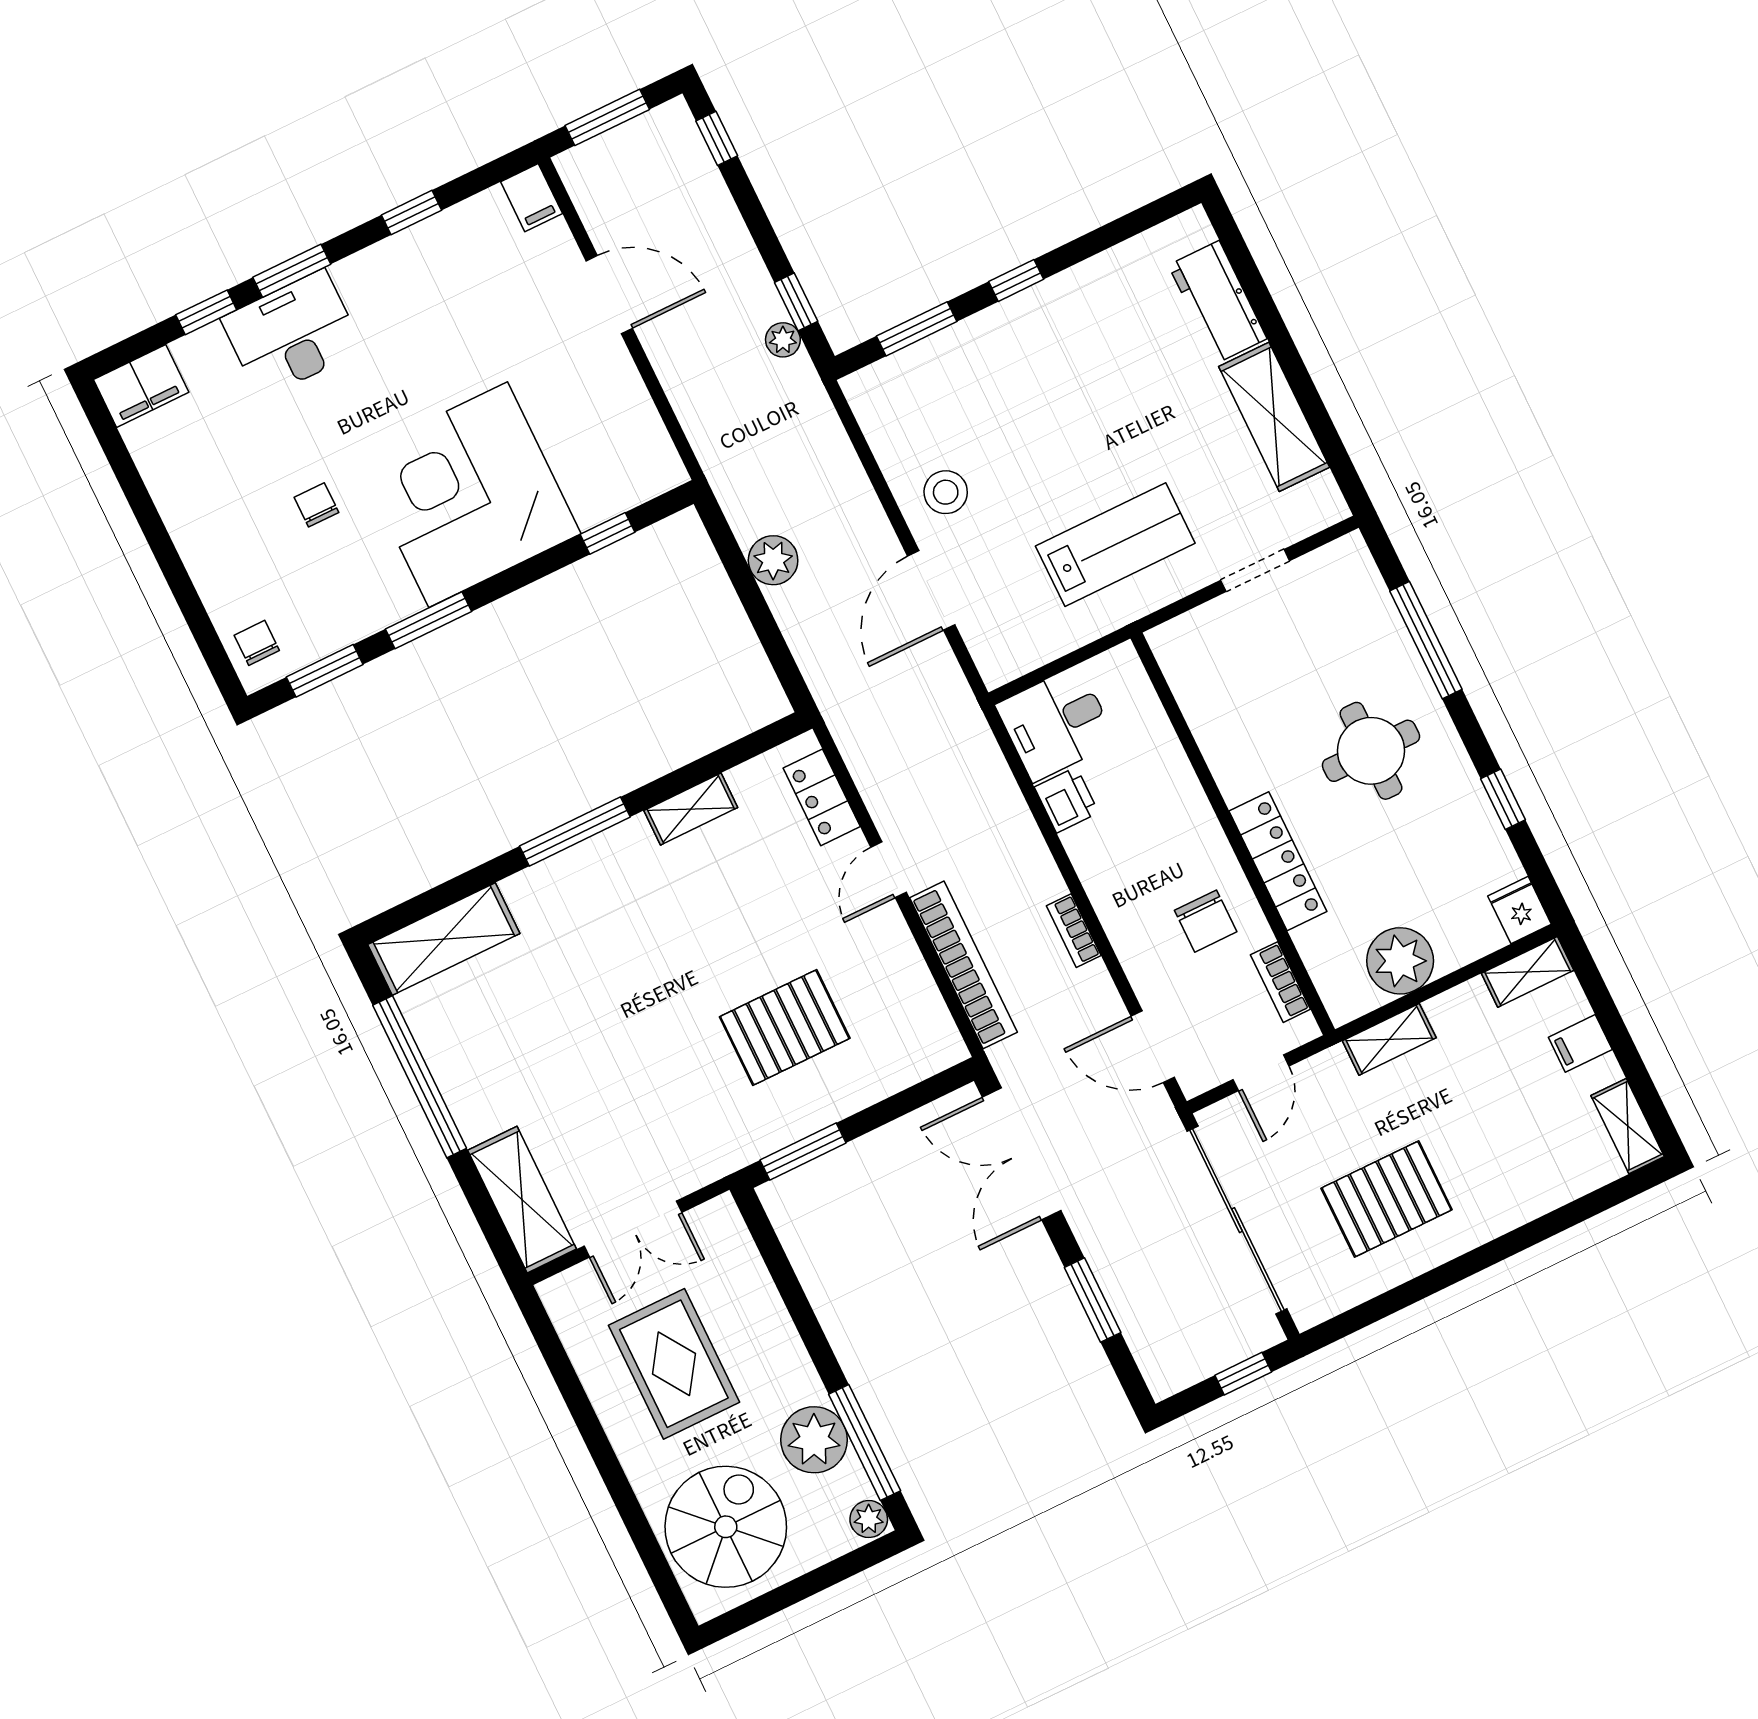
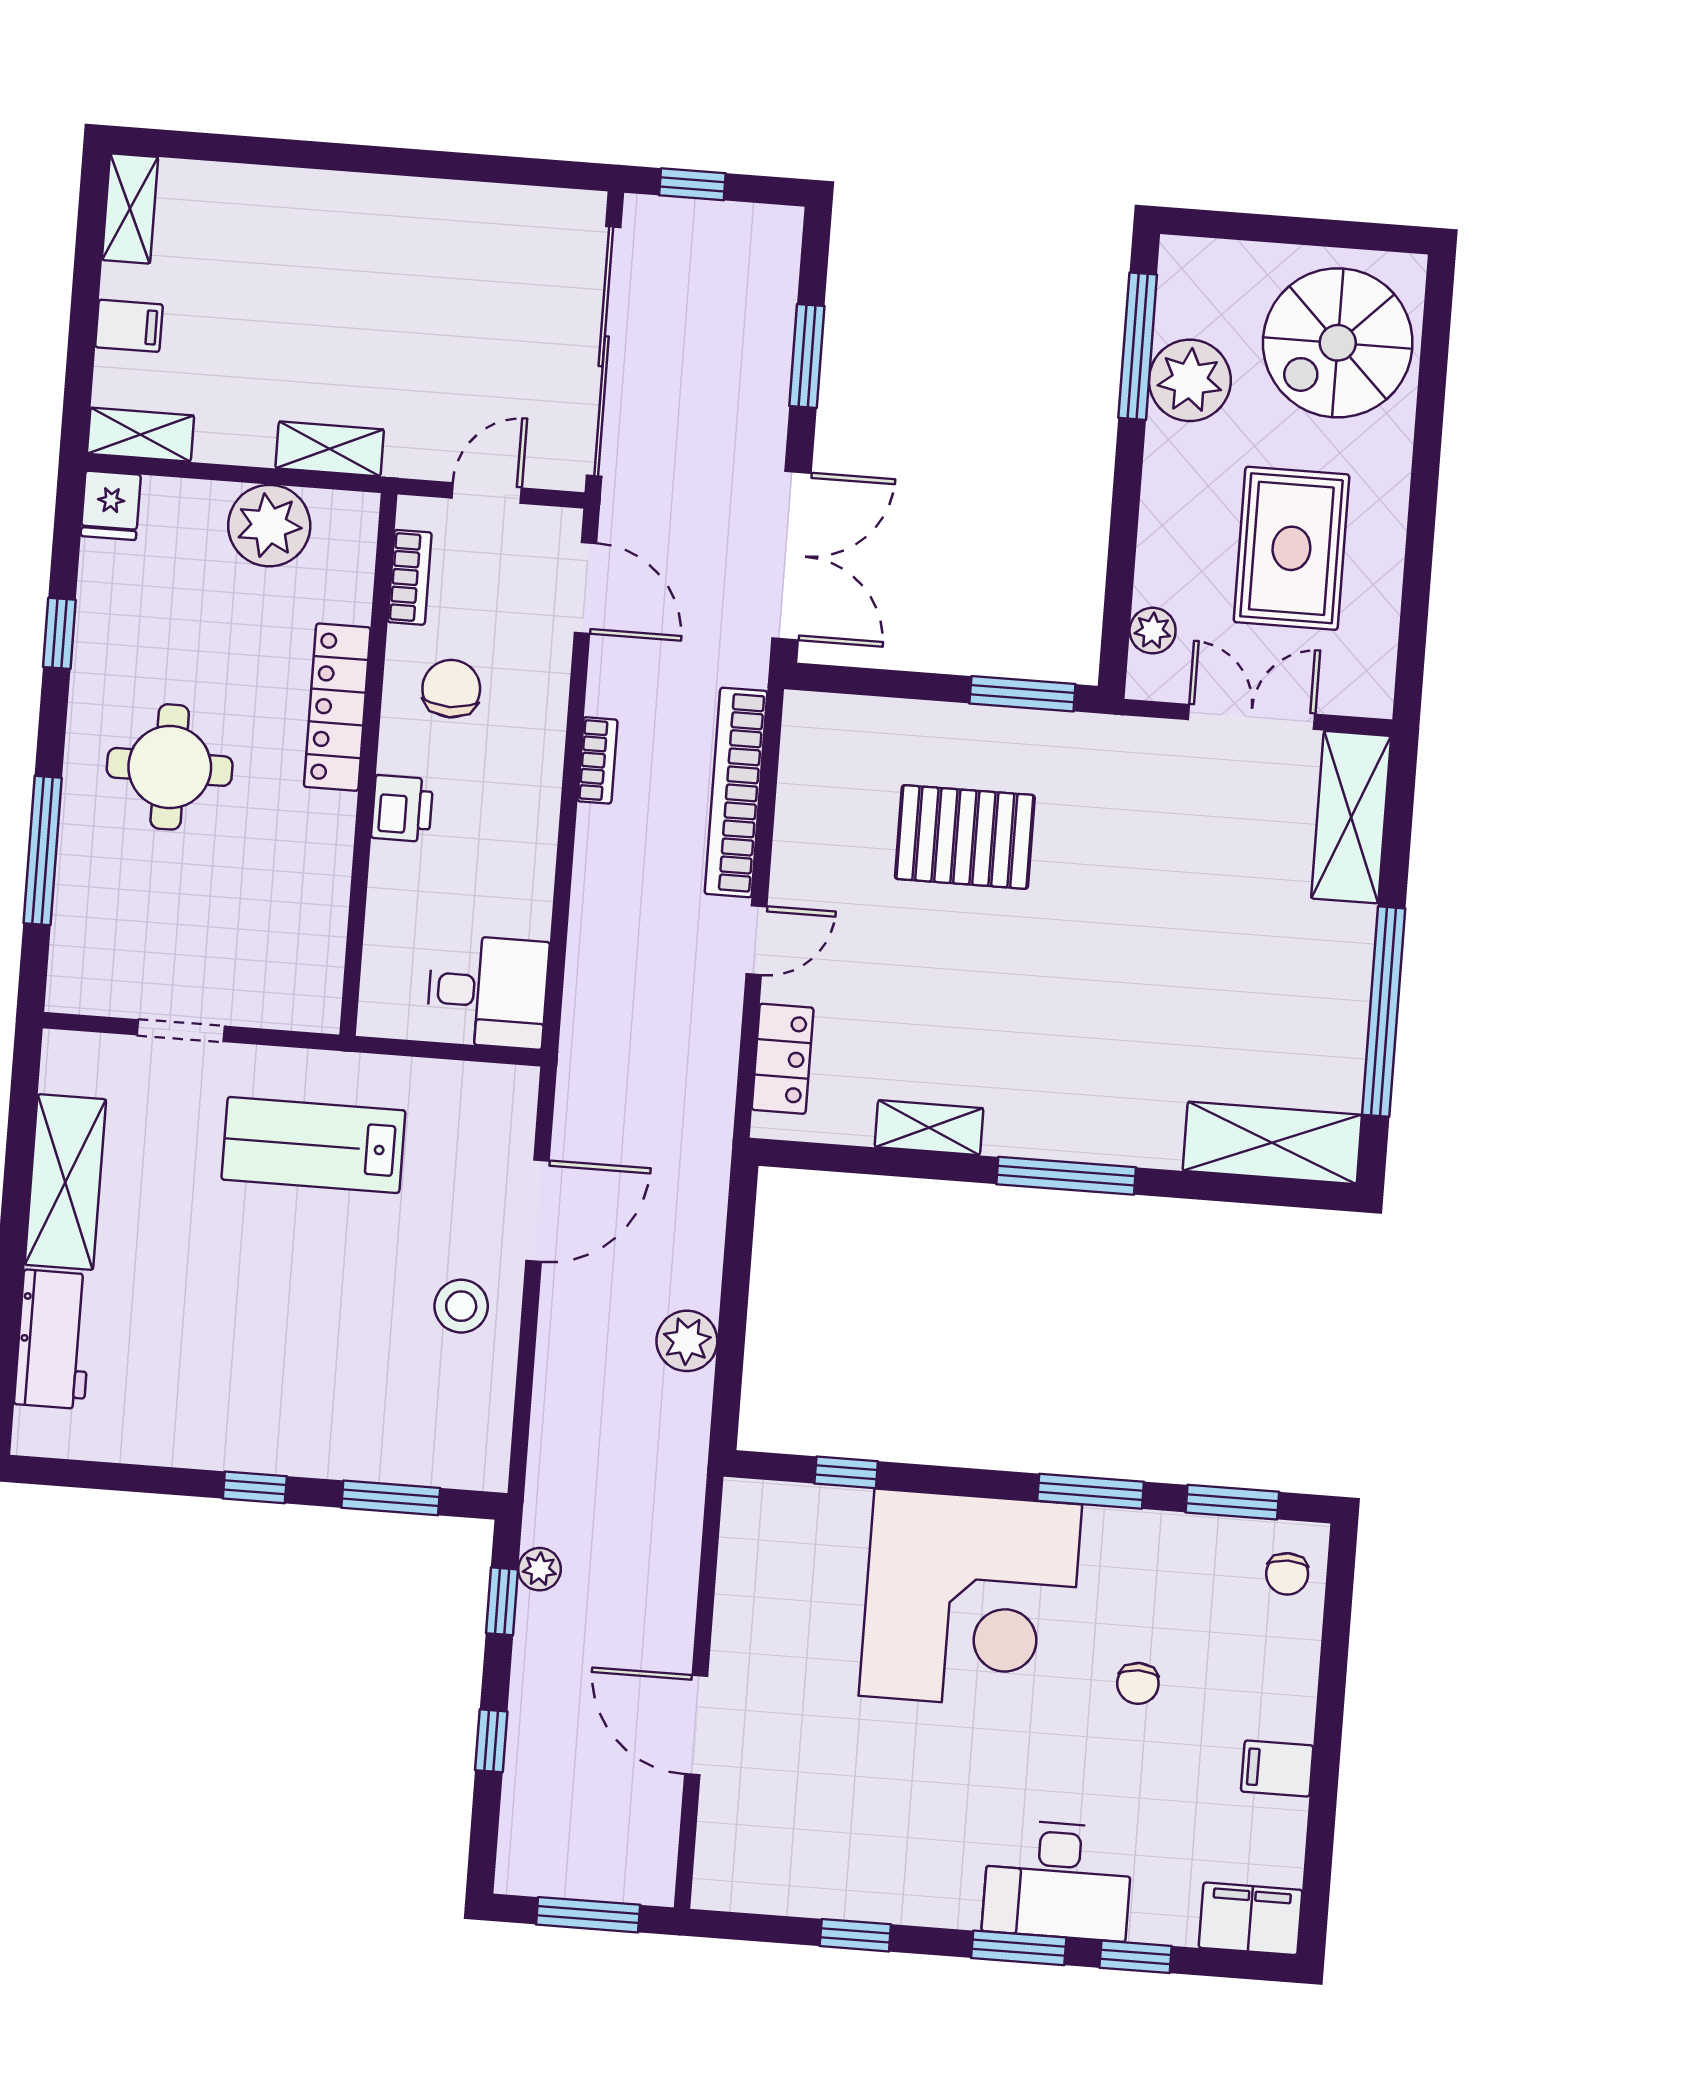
window: (717, 138) -> (491, 1741), moved
filing cabinet: (532, 198) -> (1277, 1768), moved, turned -90
printer: (1066, 800) -> (402, 809), moved, turned 180
pallet: (1387, 1199) -> (431, 281), removed
plant: (869, 1519) -> (1153, 631), moved

